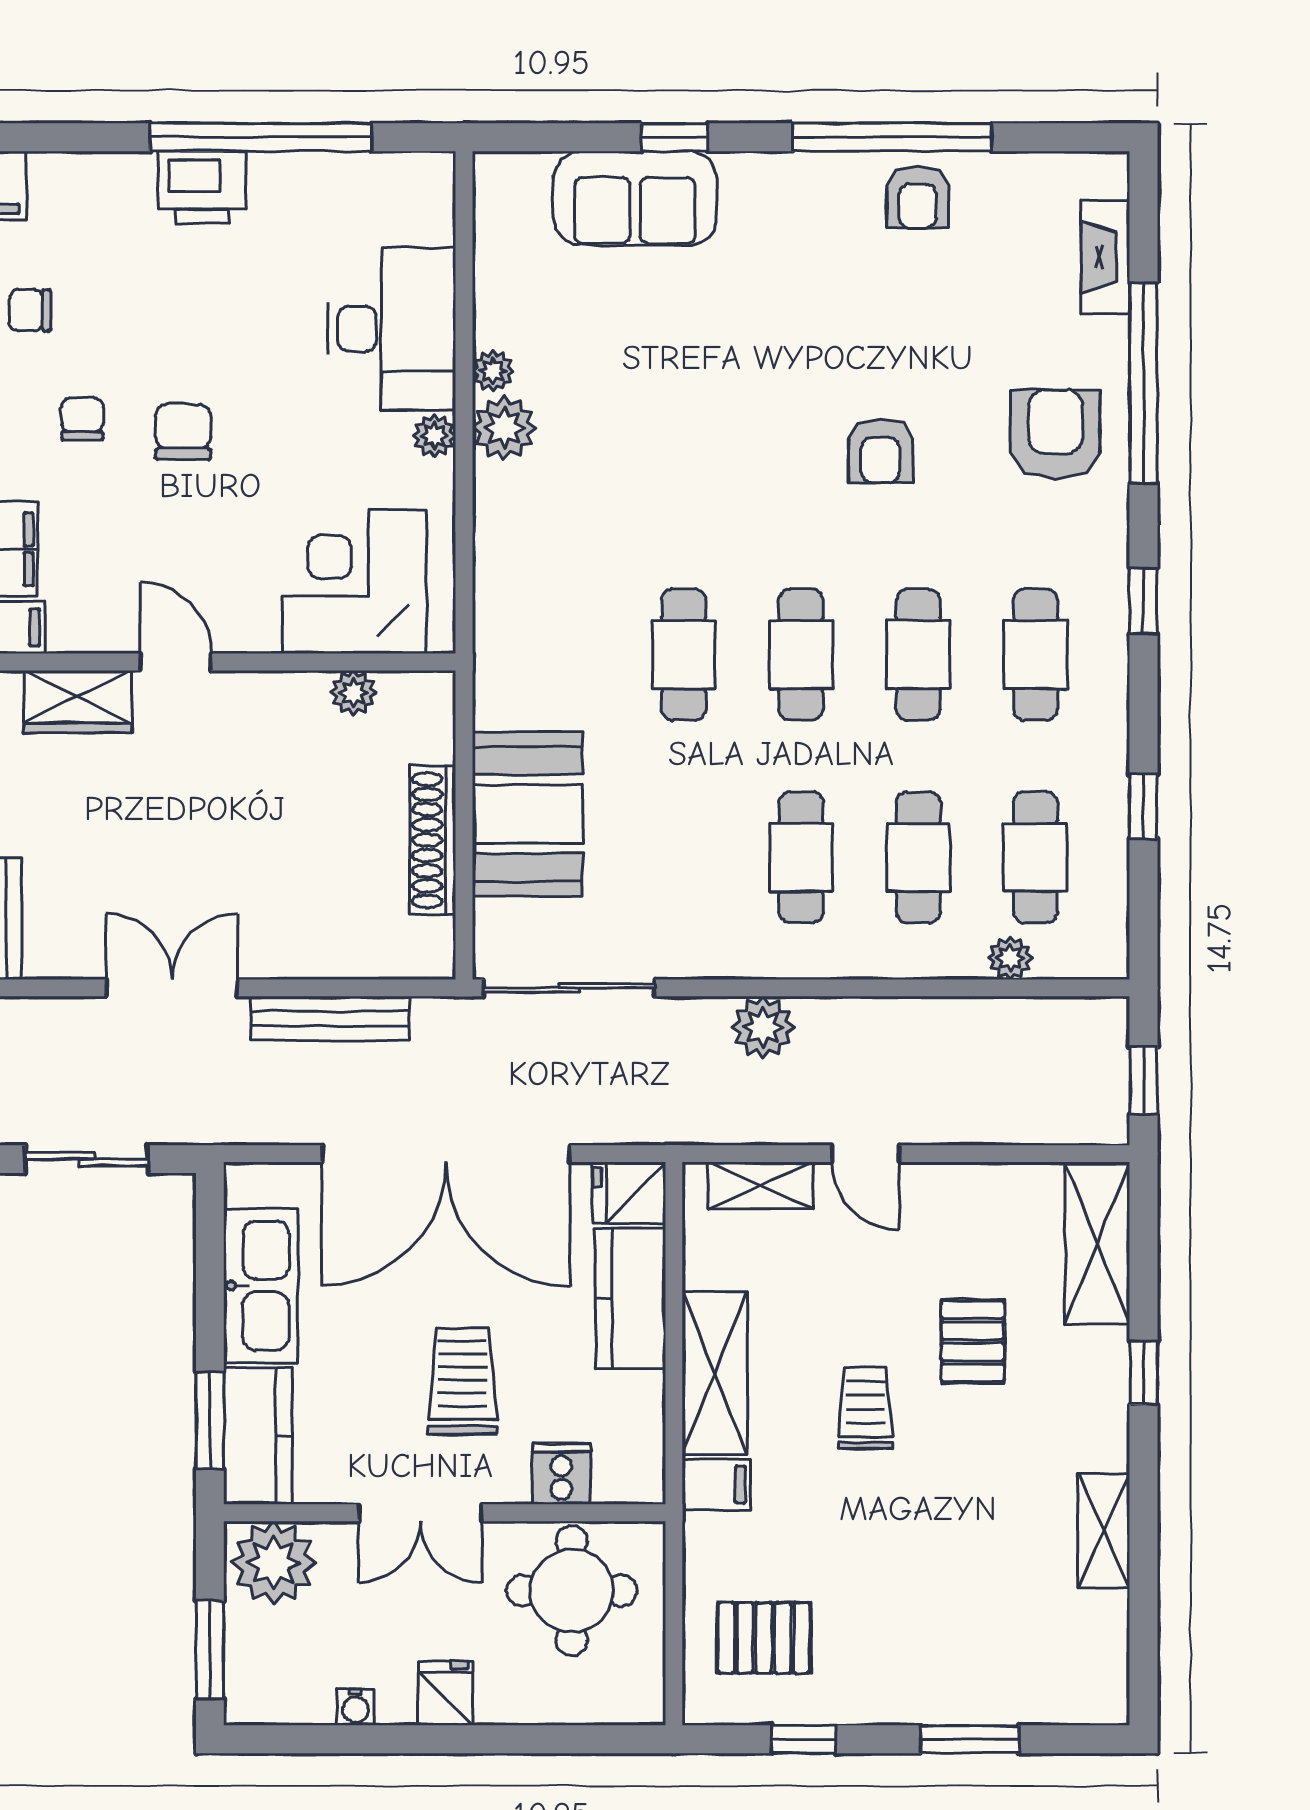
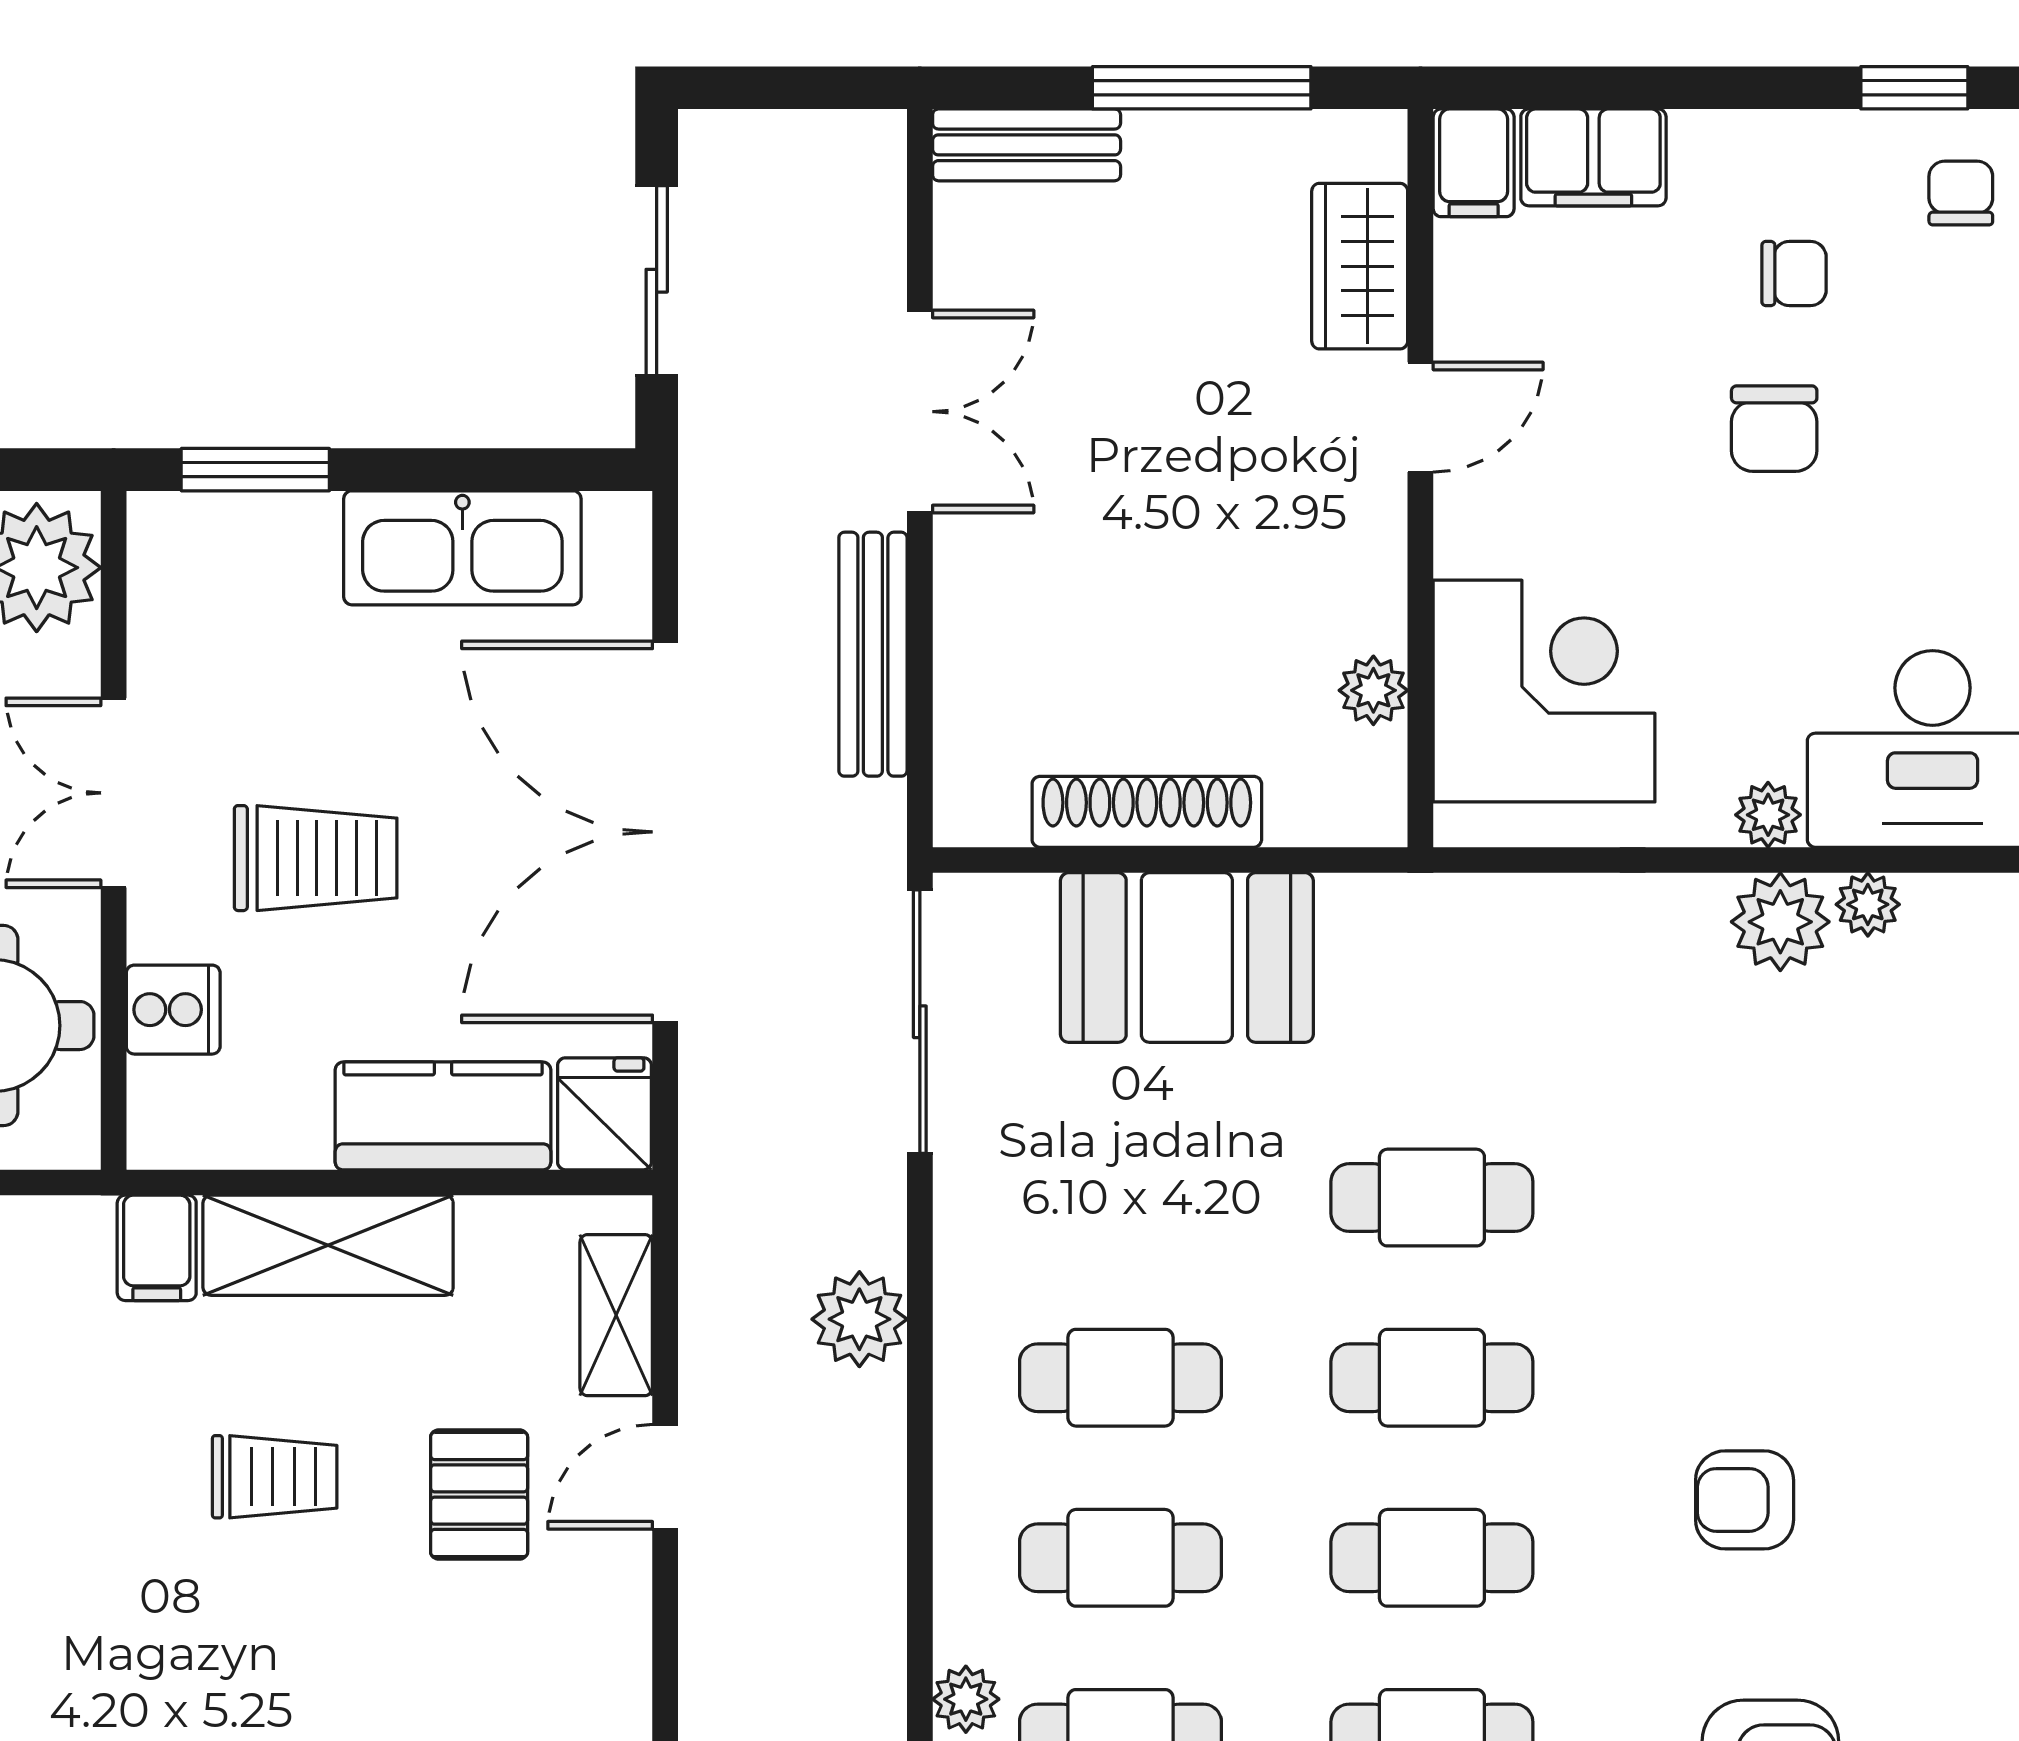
chair: (183, 432) -> (1774, 429), turned 90
pallet: (973, 1341) -> (479, 1495), moved, turned 90
kitchen counter: (258, 1436) -> (232, 544), removed

